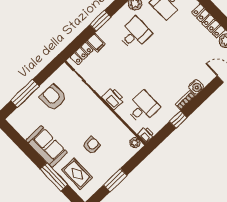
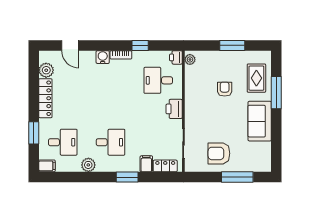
desk: (135, 34) -> (111, 142), turned 180
armchair: (53, 97) -> (219, 153), turned 90
armchair: (92, 145) -> (225, 89), turned 90

